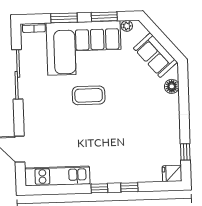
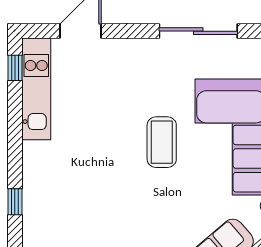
window: (99, 188) -> (15, 68), moved

